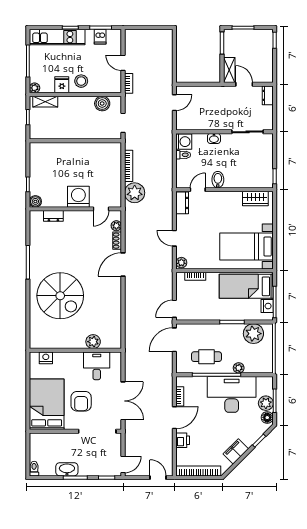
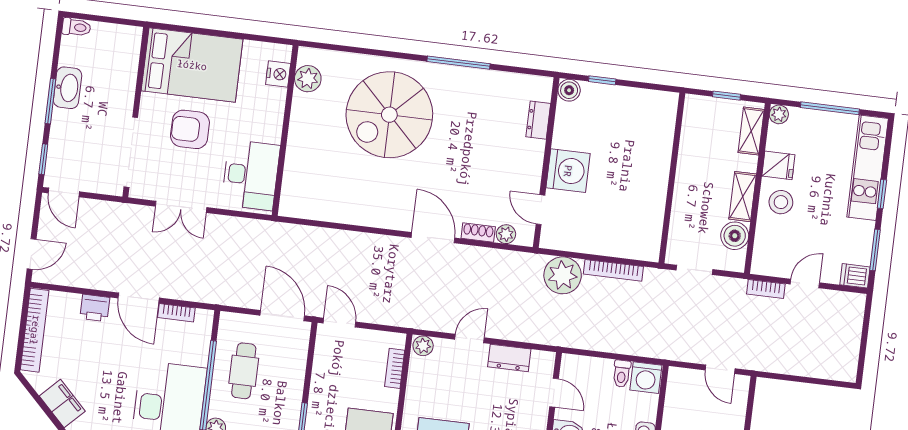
dishwasher: (100, 37) -> (855, 276), moved
shelving: (81, 102) -> (743, 197), added
dresser: (182, 203) -> (509, 358), moved
plant: (93, 342) -> (308, 79), moved
desk: (97, 366) -> (251, 175), width x1.37
double door: (123, 401) -> (181, 207), width x0.73

